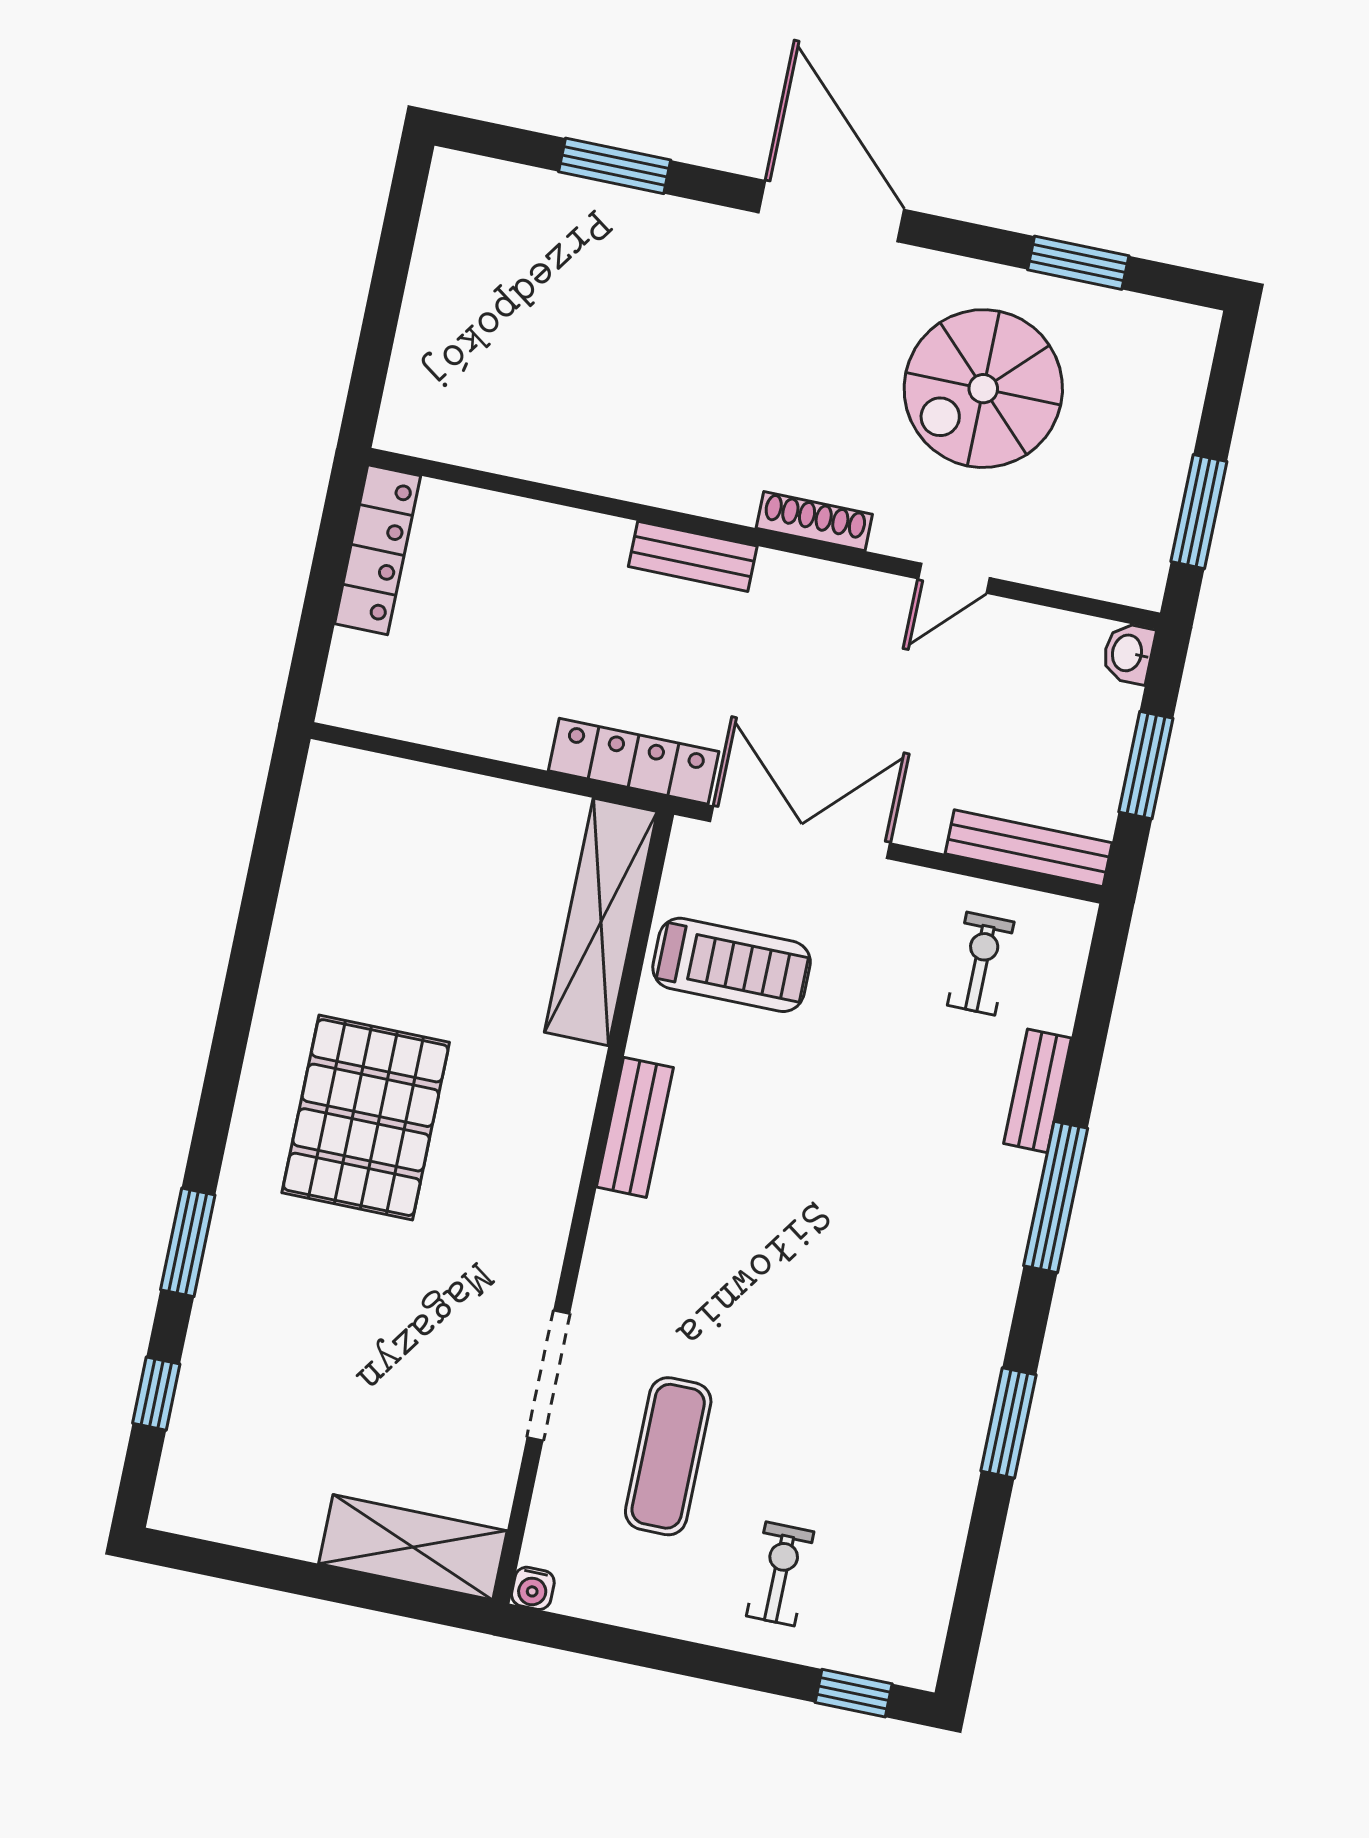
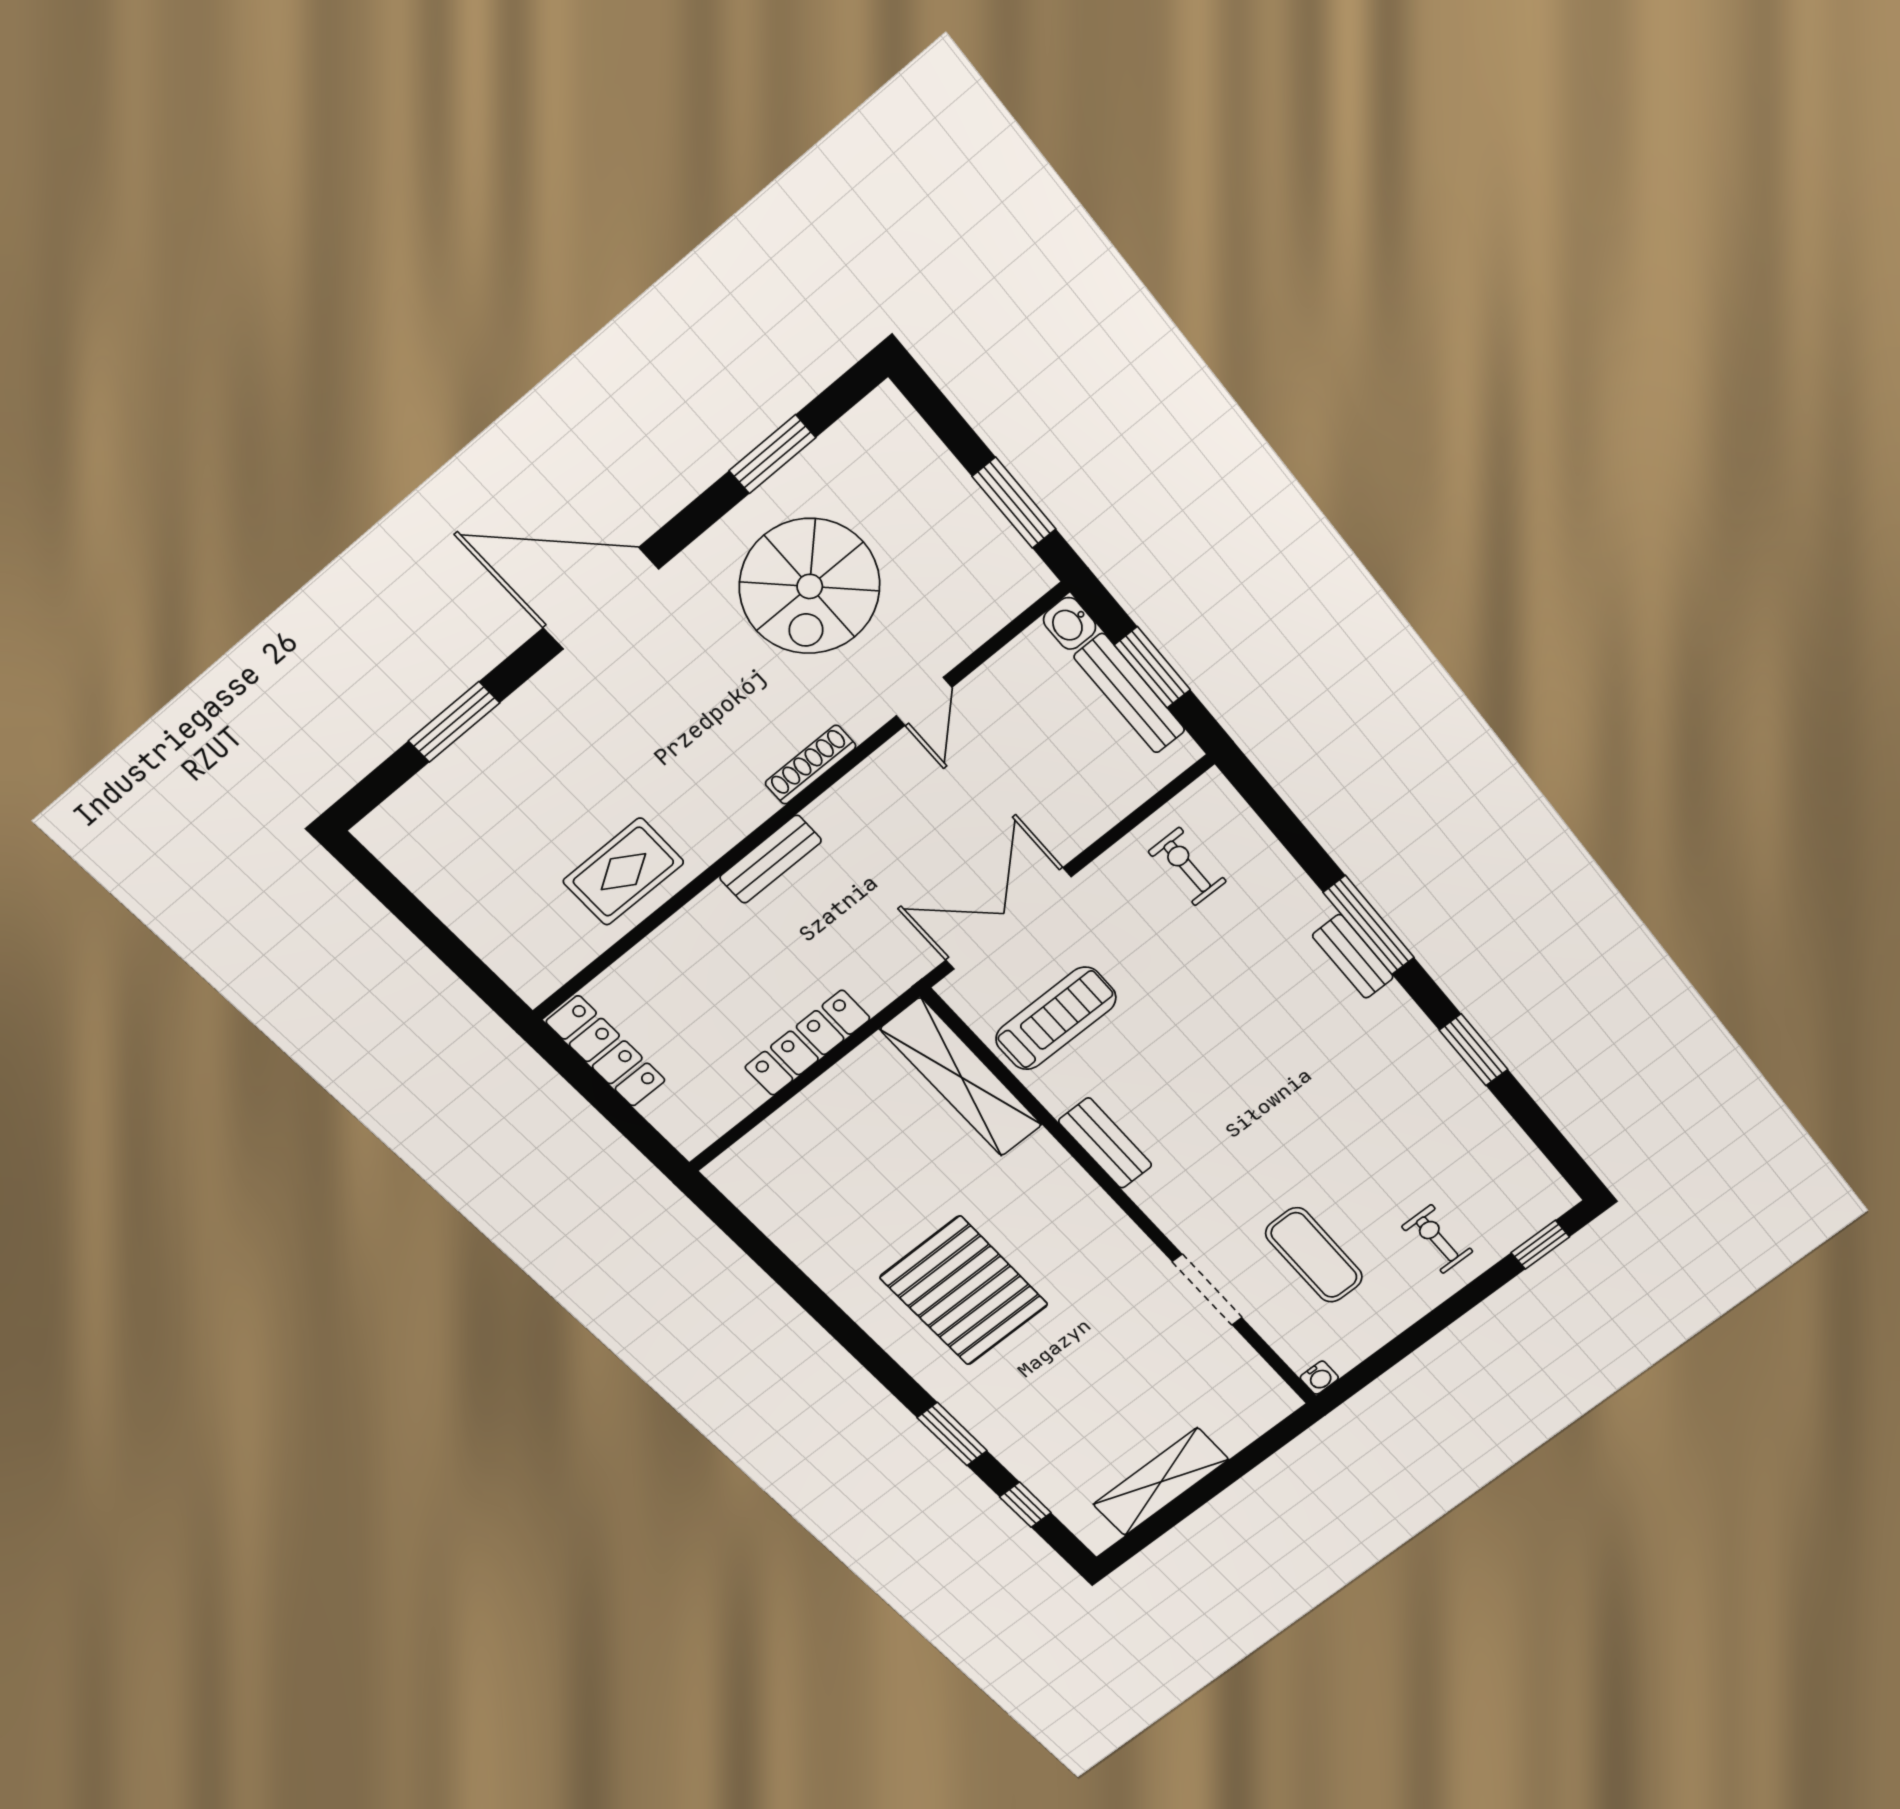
rug: (579, 428) -> (623, 872), added
locker: (634, 761) -> (807, 1043), moved
bench: (1029, 848) -> (1130, 693), moved, turned 90
bench: (1037, 1091) -> (1353, 956), moved
shelving: (413, 1547) -> (1161, 1482), moved

